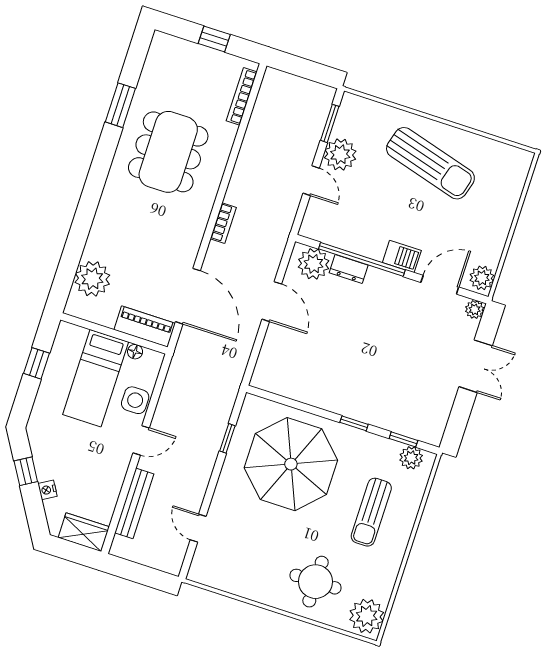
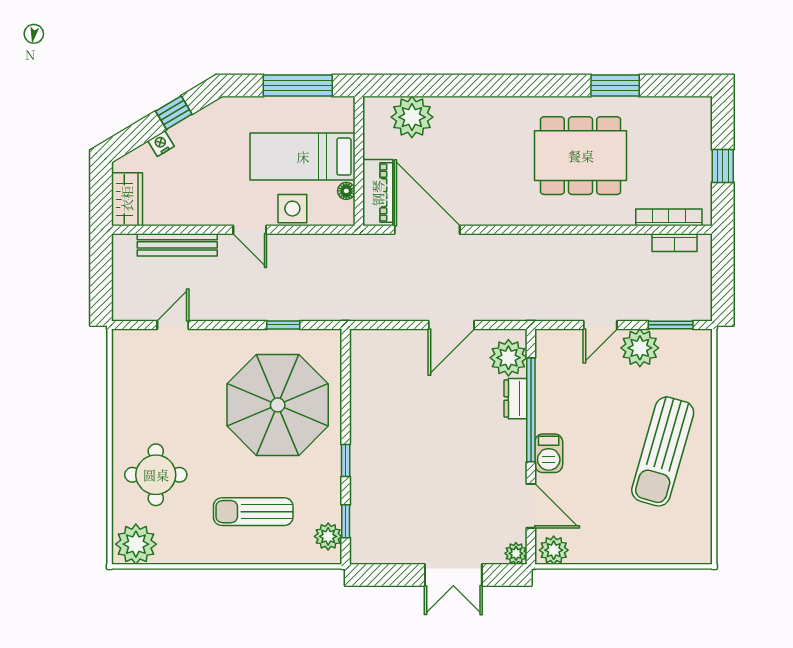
bookcase: (223, 223) -> (675, 243), moved
door: (188, 296) -> (427, 230), swing flipped
window: (36, 363) -> (298, 86), width x2.17

